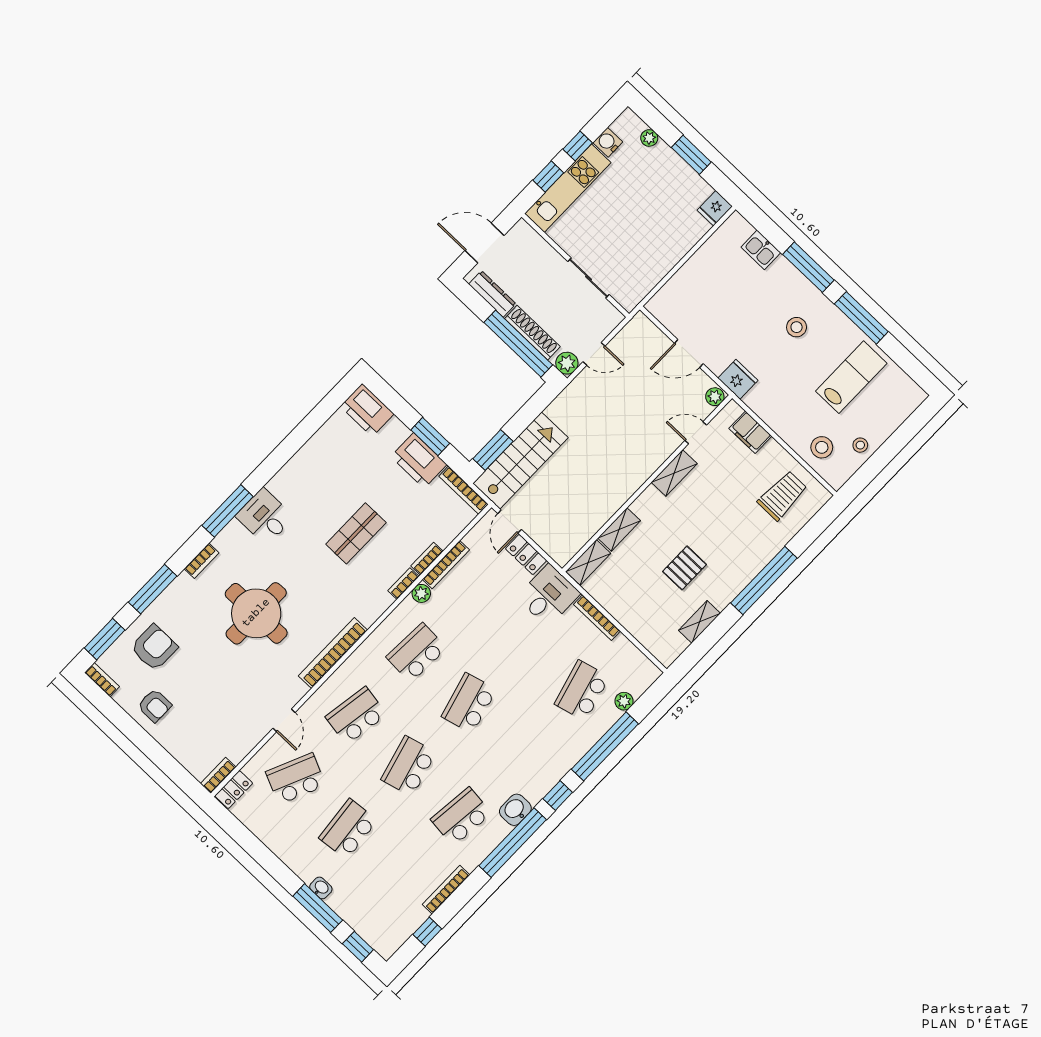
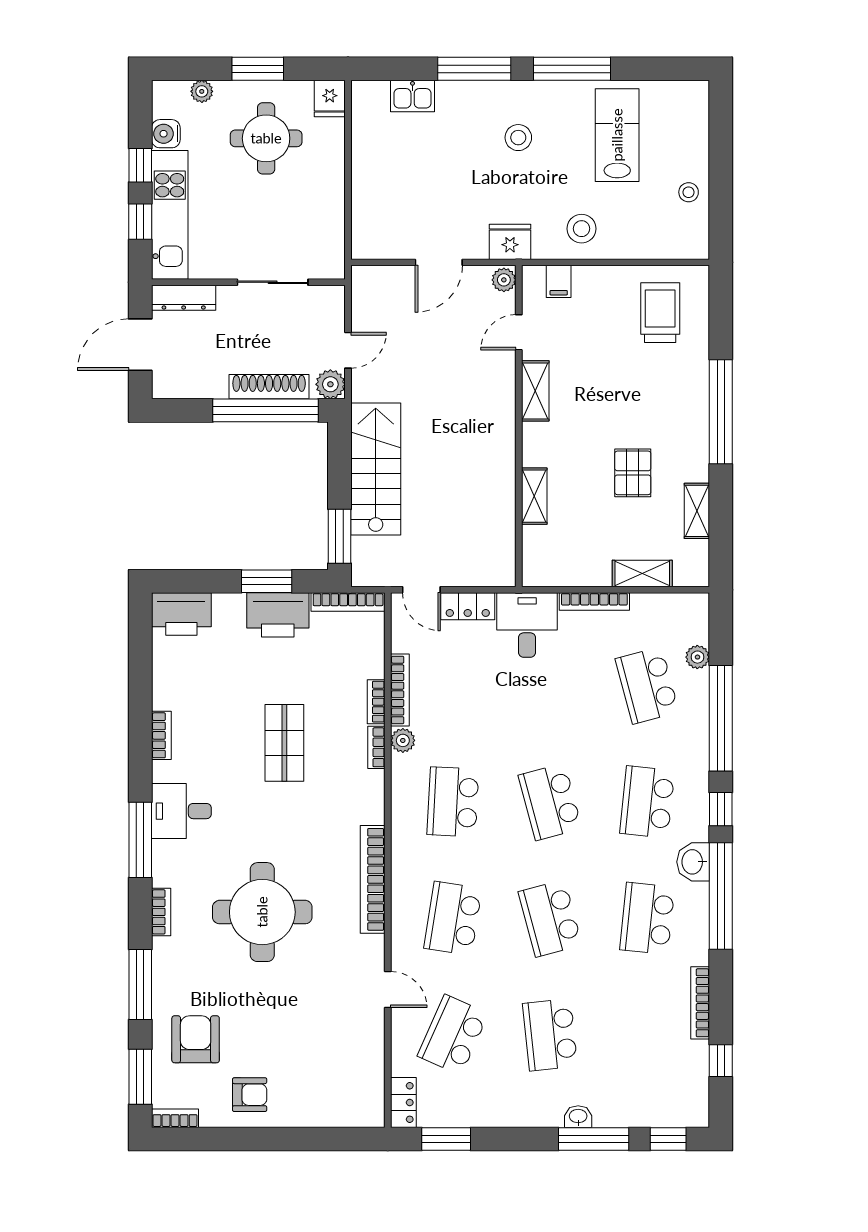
round table: (660, 197) -> (266, 138), added
dresser: (492, 294) -> (184, 298), moved, turned 180
filing cabinet: (750, 432) -> (559, 281), width x0.50
stool: (822, 447) -> (582, 229), moved
stairs: (521, 461) -> (376, 469), moved
shelving: (588, 562) -> (642, 573), moved, turned 90
school desk: (522, 753) -> (647, 802), added
bookcase: (218, 775) -> (161, 735), moved, turned 180
window: (238, 832) -> (446, 1139), added

